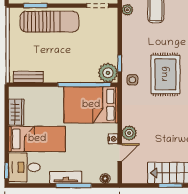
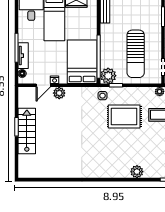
sun lounger: (49, 22) -> (136, 54), moved
rug: (165, 74) -> (124, 116), moved
door: (120, 153) -> (43, 85), hinge flipped
tv unit: (66, 177) -> (23, 56), moved

